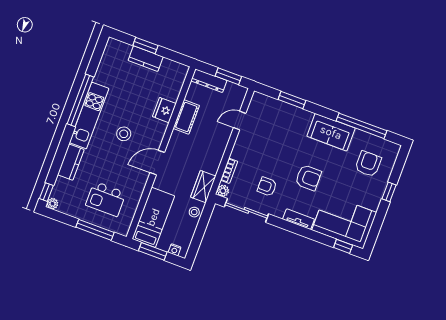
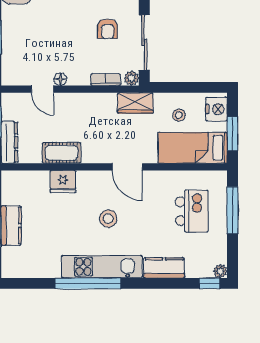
floor lamp: (242, 137) -> (60, 79), added
stool: (194, 212) -> (179, 115), moved
nightstand: (175, 250) -> (216, 109), width x1.89, depth x1.79

